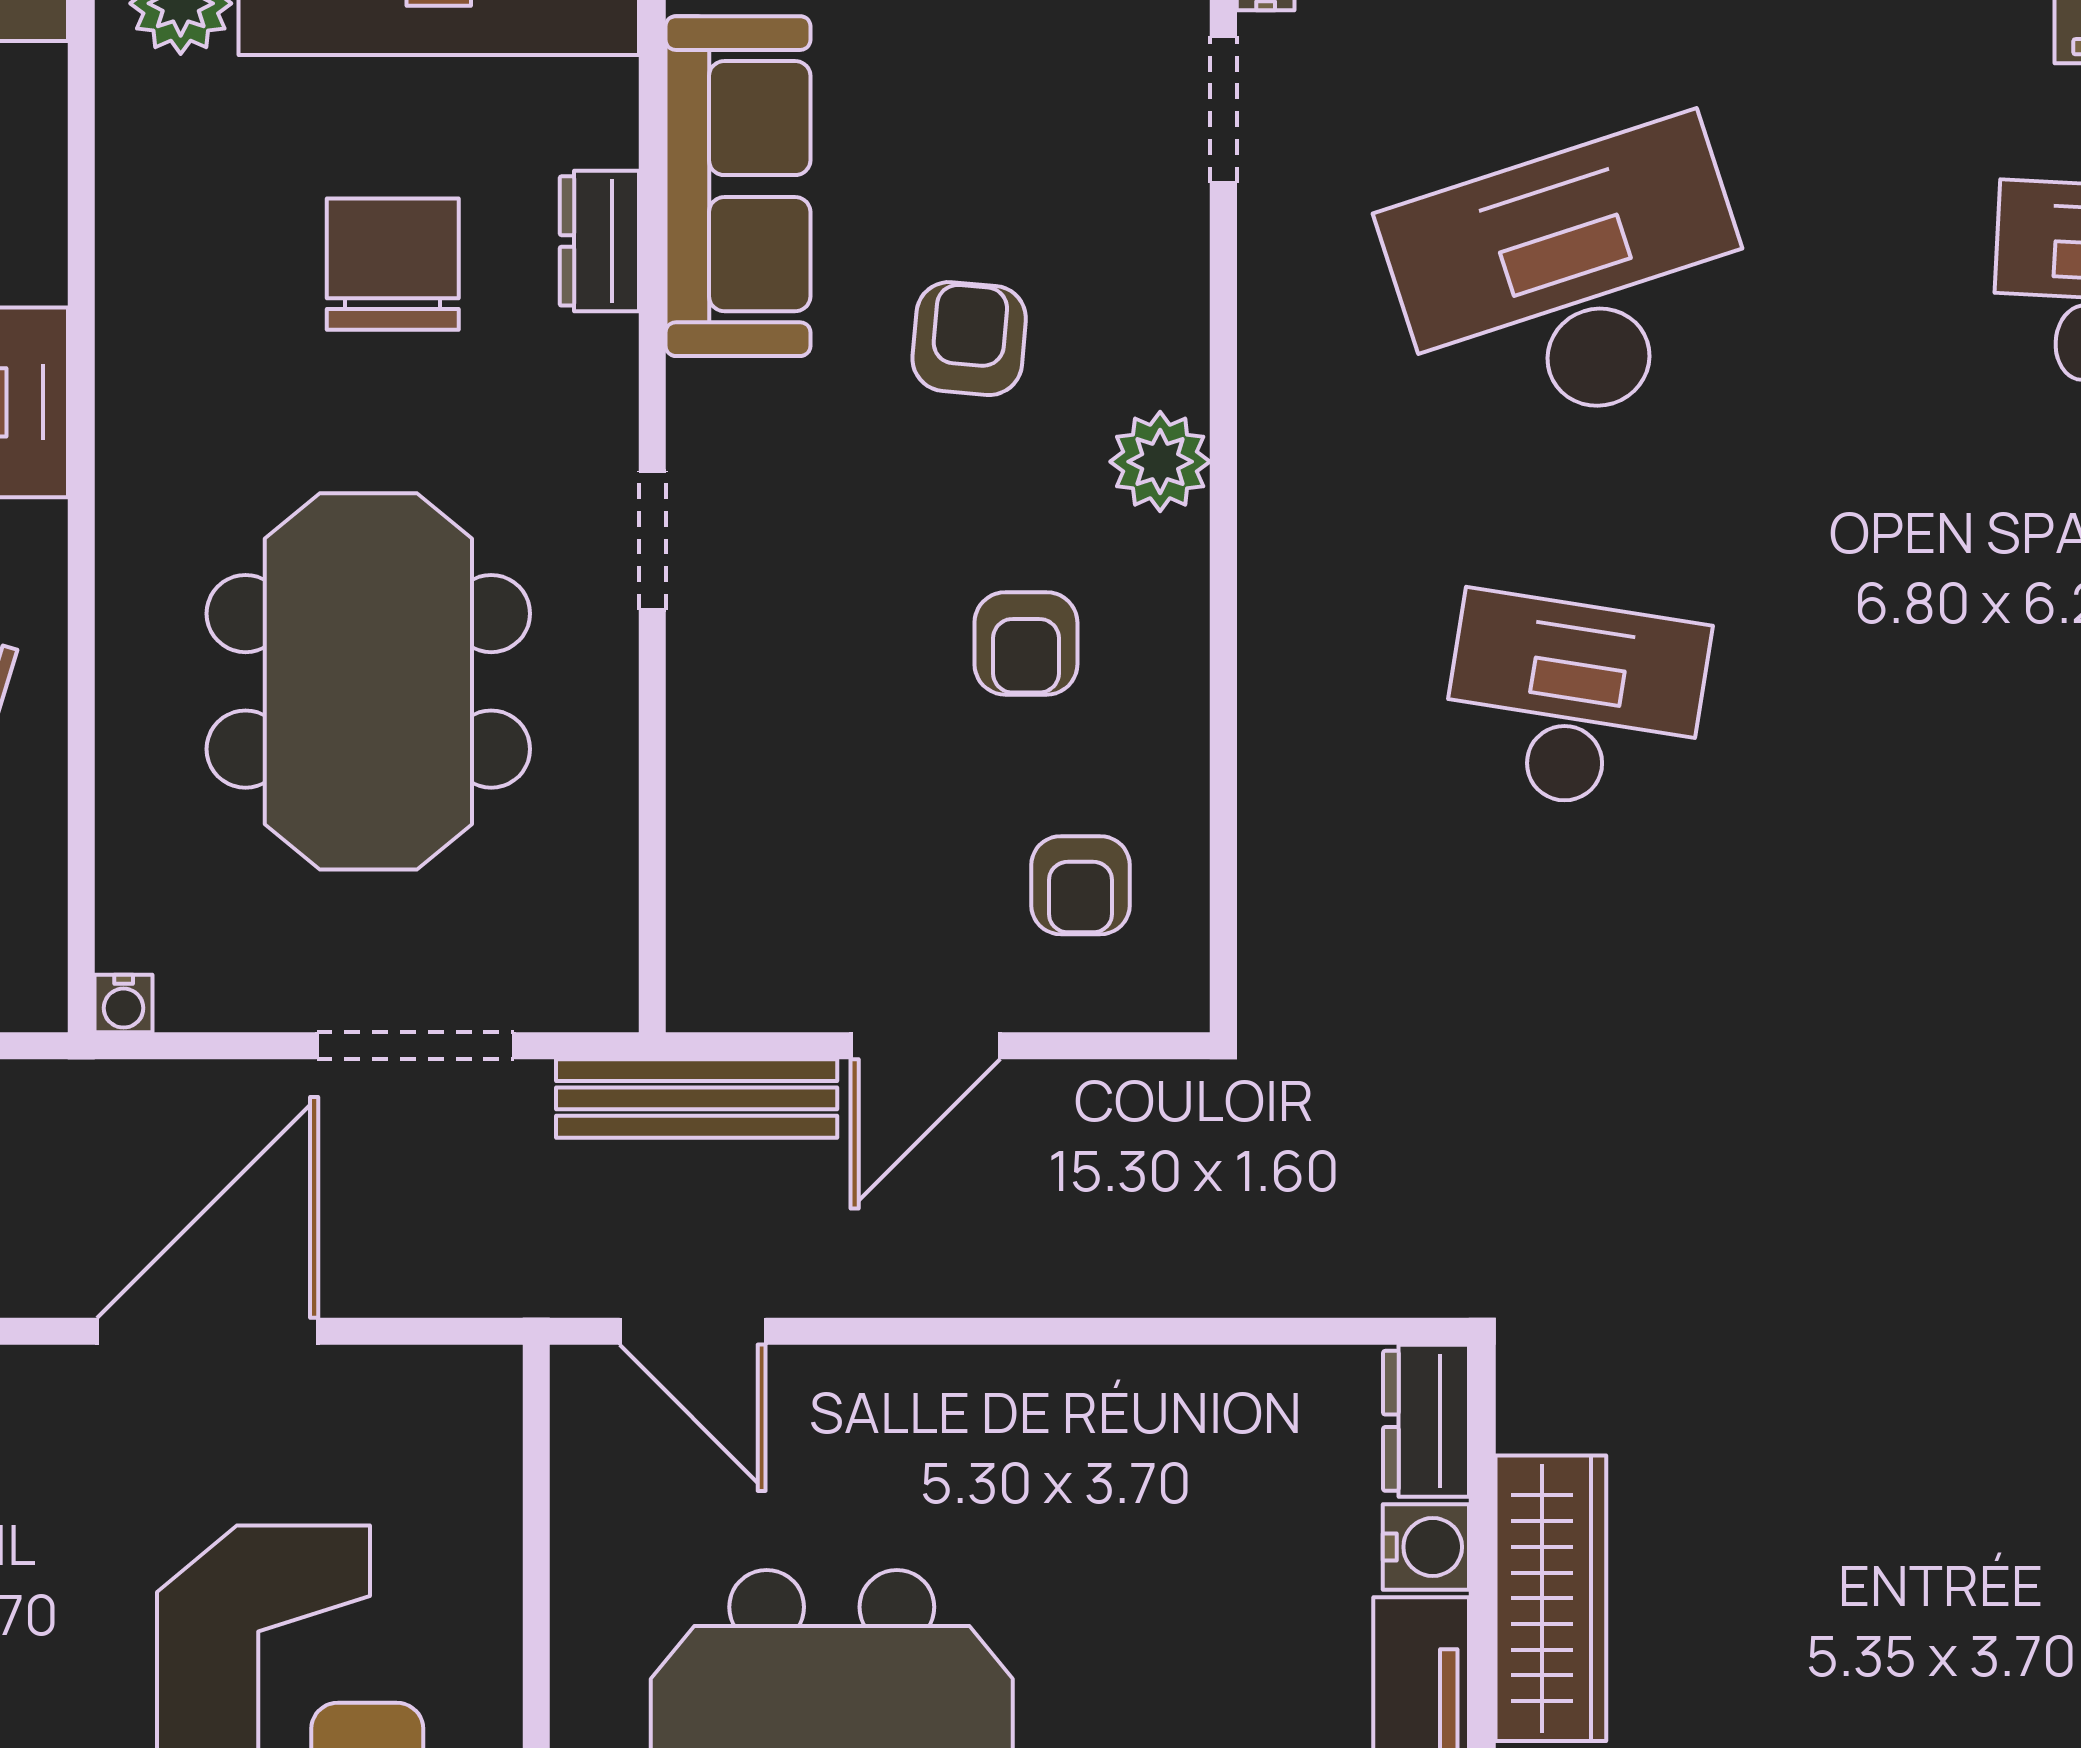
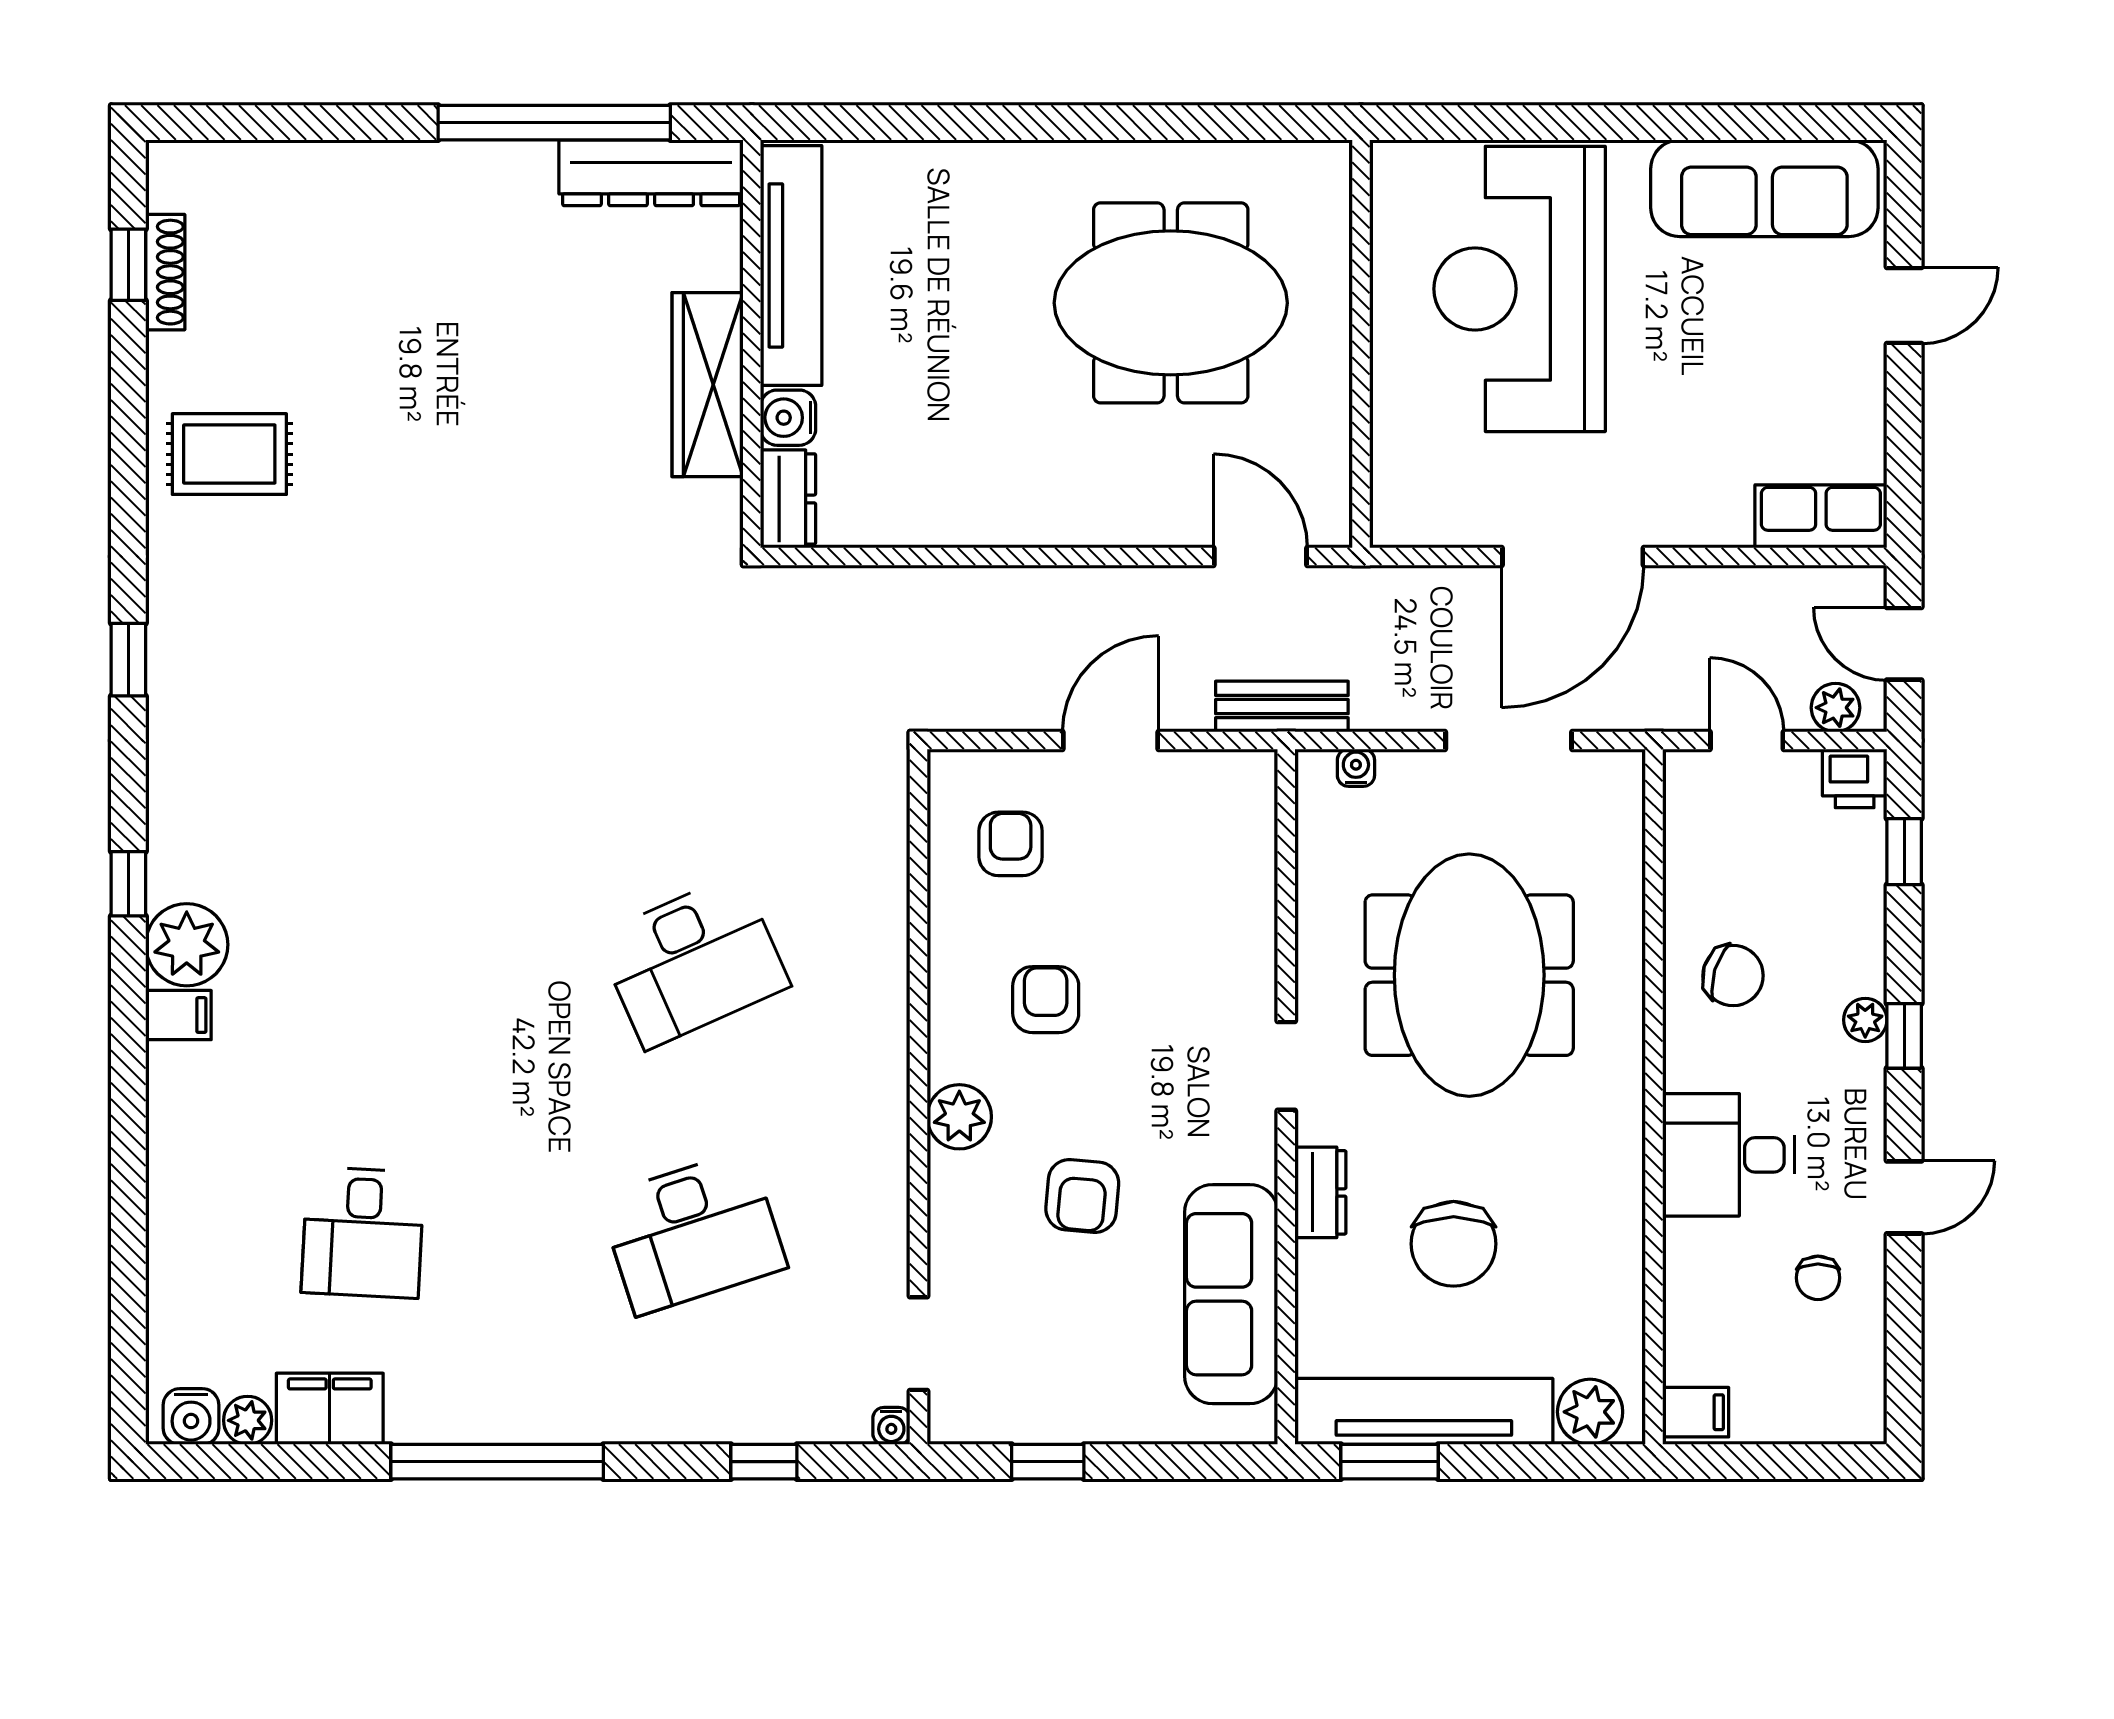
dresser: (599, 241) -> (1320, 1192), moved
desk: (1574, 282) -> (693, 1232), width x0.73, depth x0.77
desk: (1574, 703) -> (693, 961), turned -33
water cooler: (124, 1003) -> (1356, 768), moved
doorway: (415, 1046) -> (1509, 740), moved
bench: (697, 1098) -> (1282, 707), width x0.73

